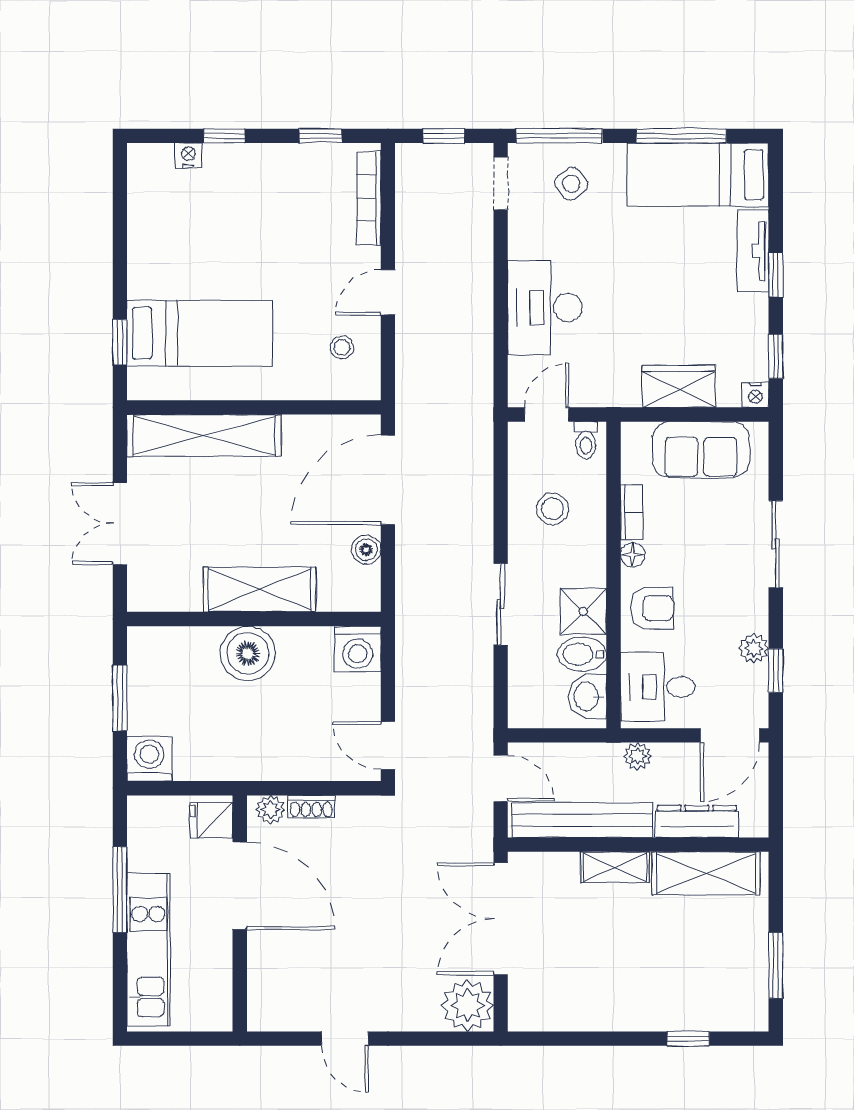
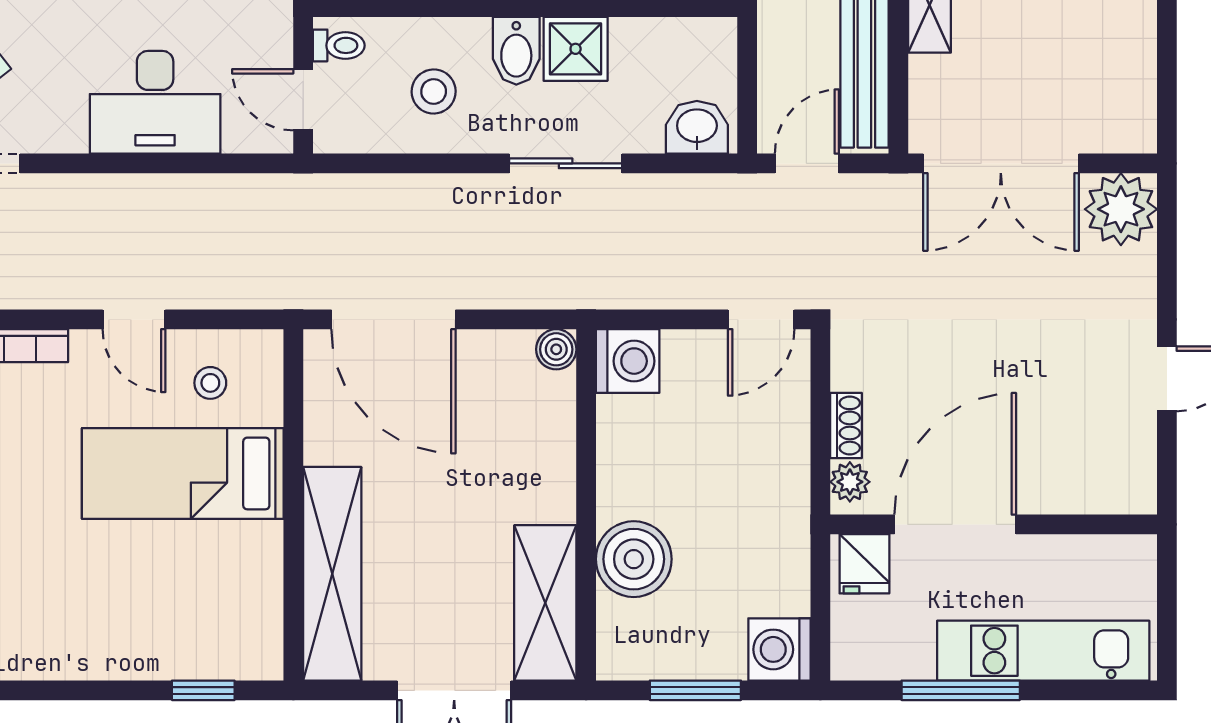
bed: (200, 333) -> (183, 473), moved, turned -90
boiler: (366, 550) -> (556, 349), moved
shelving: (260, 589) -> (545, 603), moved
boiler: (248, 653) -> (634, 559), moved
bidet: (582, 654) -> (516, 51), moved
washbasin: (587, 696) -> (697, 127), moved, turned 180

